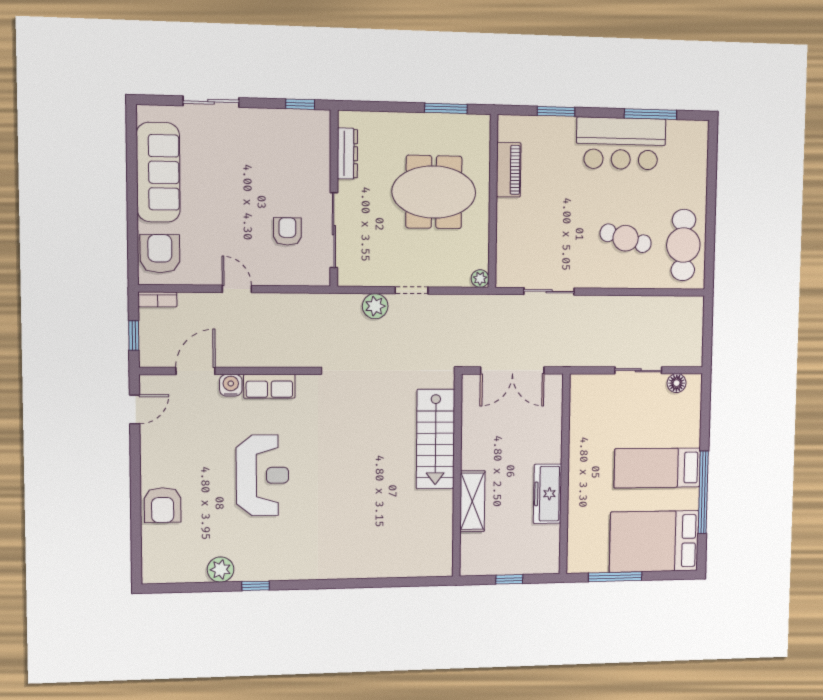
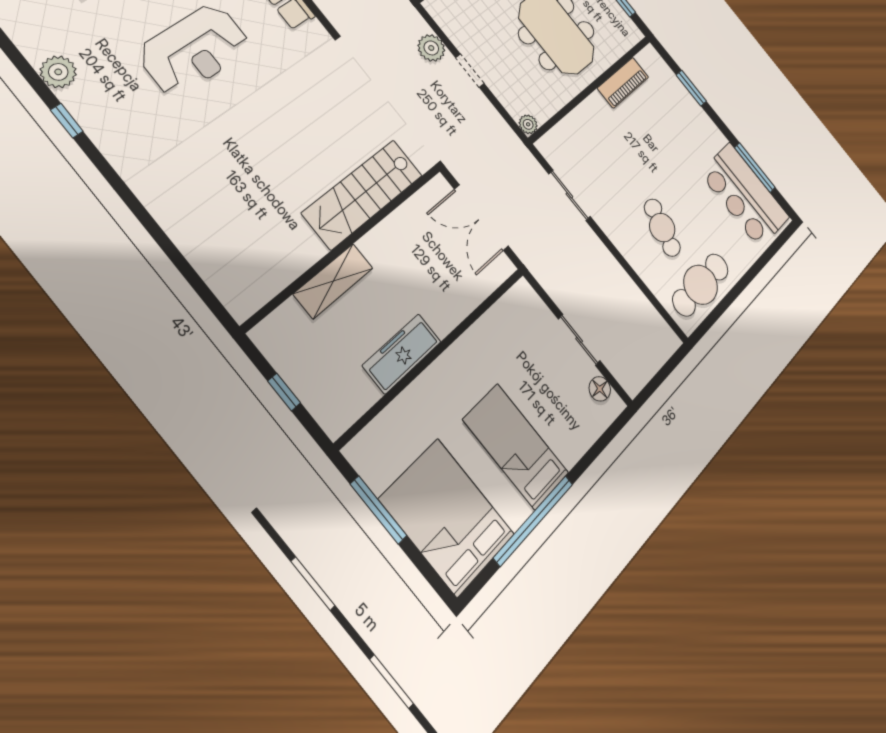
bar counter: (621, 143) -> (745, 195), moved

